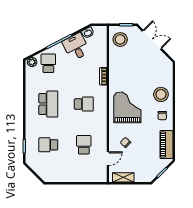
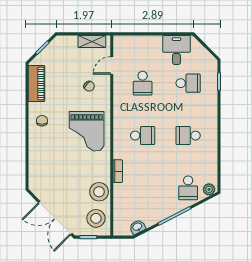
double door: (152, 40) -> (55, 218), width x1.37
desk: (76, 47) -> (176, 50), moved, turned -153
stool: (161, 94) -> (99, 192), moved
school desk: (48, 104) -> (188, 136), width x0.54
school desk: (84, 104) -> (143, 136), turned 180

